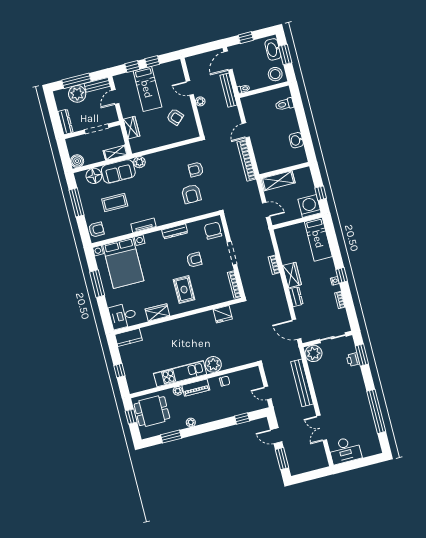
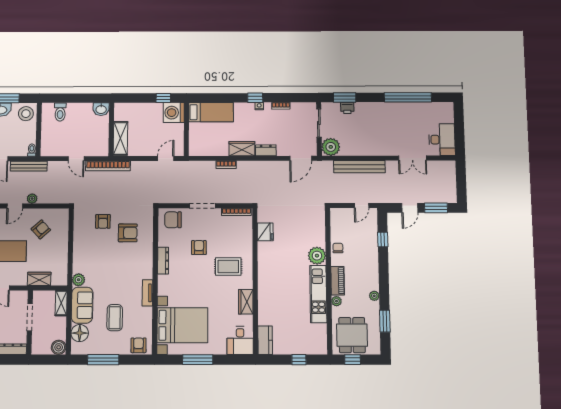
wall: (284, 170) -> (111, 129), moved
shelving: (278, 181) -> (120, 138), moved

